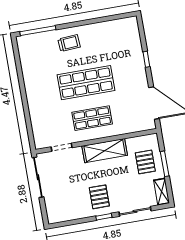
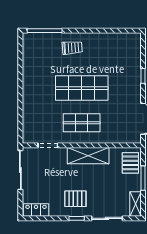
pallet: (145, 162) -> (130, 163), moved
pallet: (99, 197) -> (75, 199), turned 90
locker: (61, 215) -> (36, 210), added

